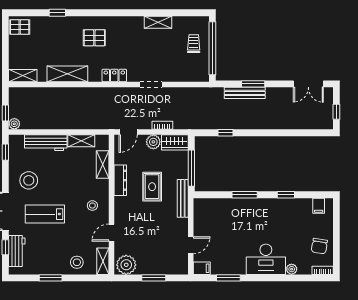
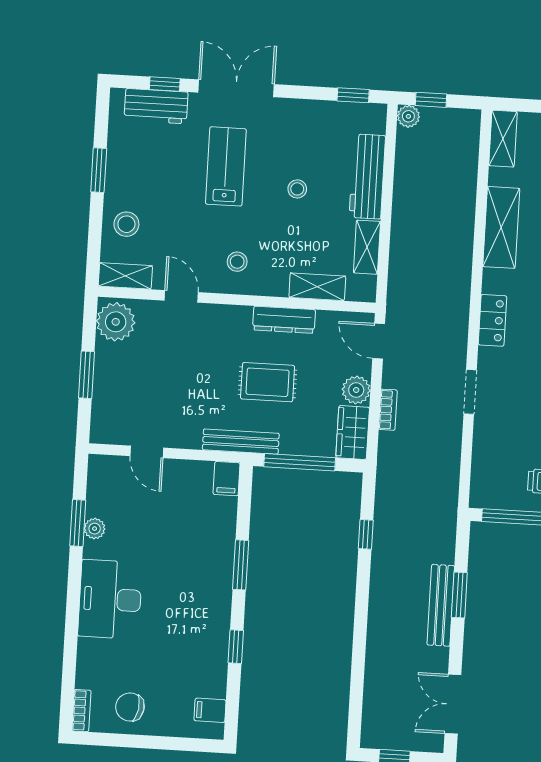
bench: (245, 93) -> (441, 605), moved
stool: (29, 180) -> (297, 189), moved, width x0.53, depth x0.53
filing cabinet: (202, 268) -> (227, 479), moved
plant: (292, 269) -> (95, 529), moved

